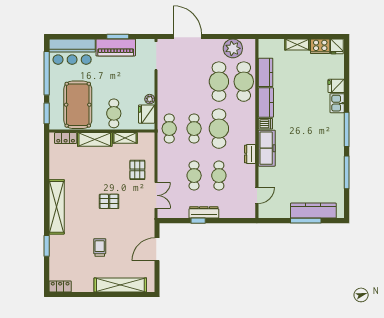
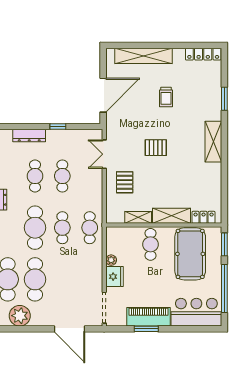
fridge: (147, 114) -> (114, 277), moved
shelving: (57, 207) -> (213, 142), width x0.68
dresser: (204, 212) -> (29, 136), moved
door: (157, 249) -> (103, 95), width x1.36
locker: (60, 286) -> (203, 54), width x1.53

